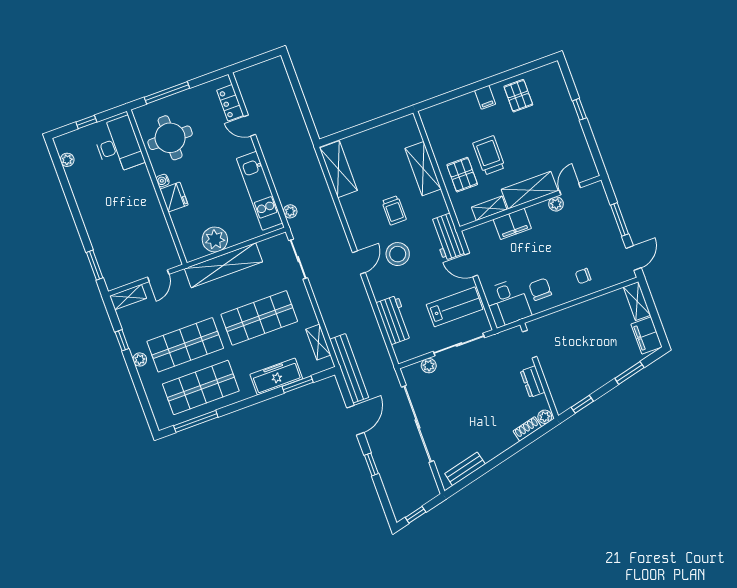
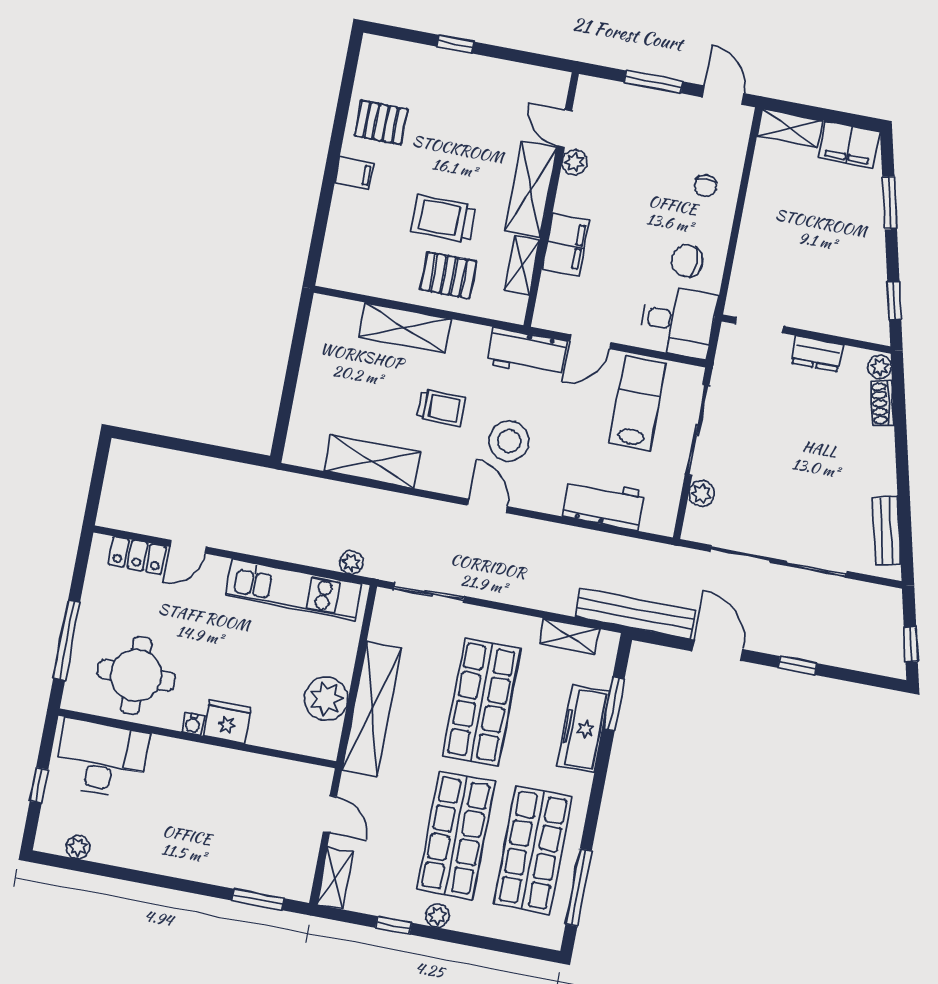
shelving: (338, 169) -> (372, 462), moved

